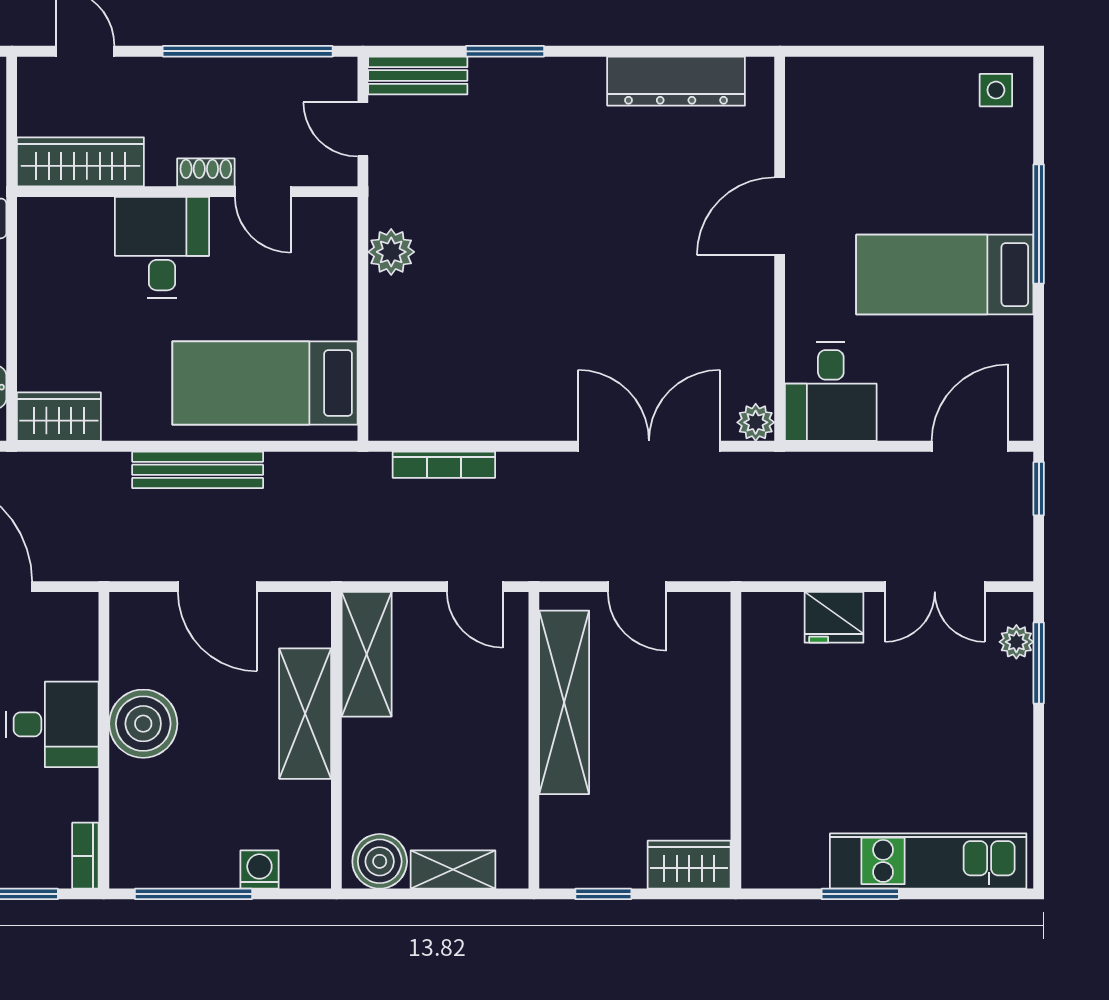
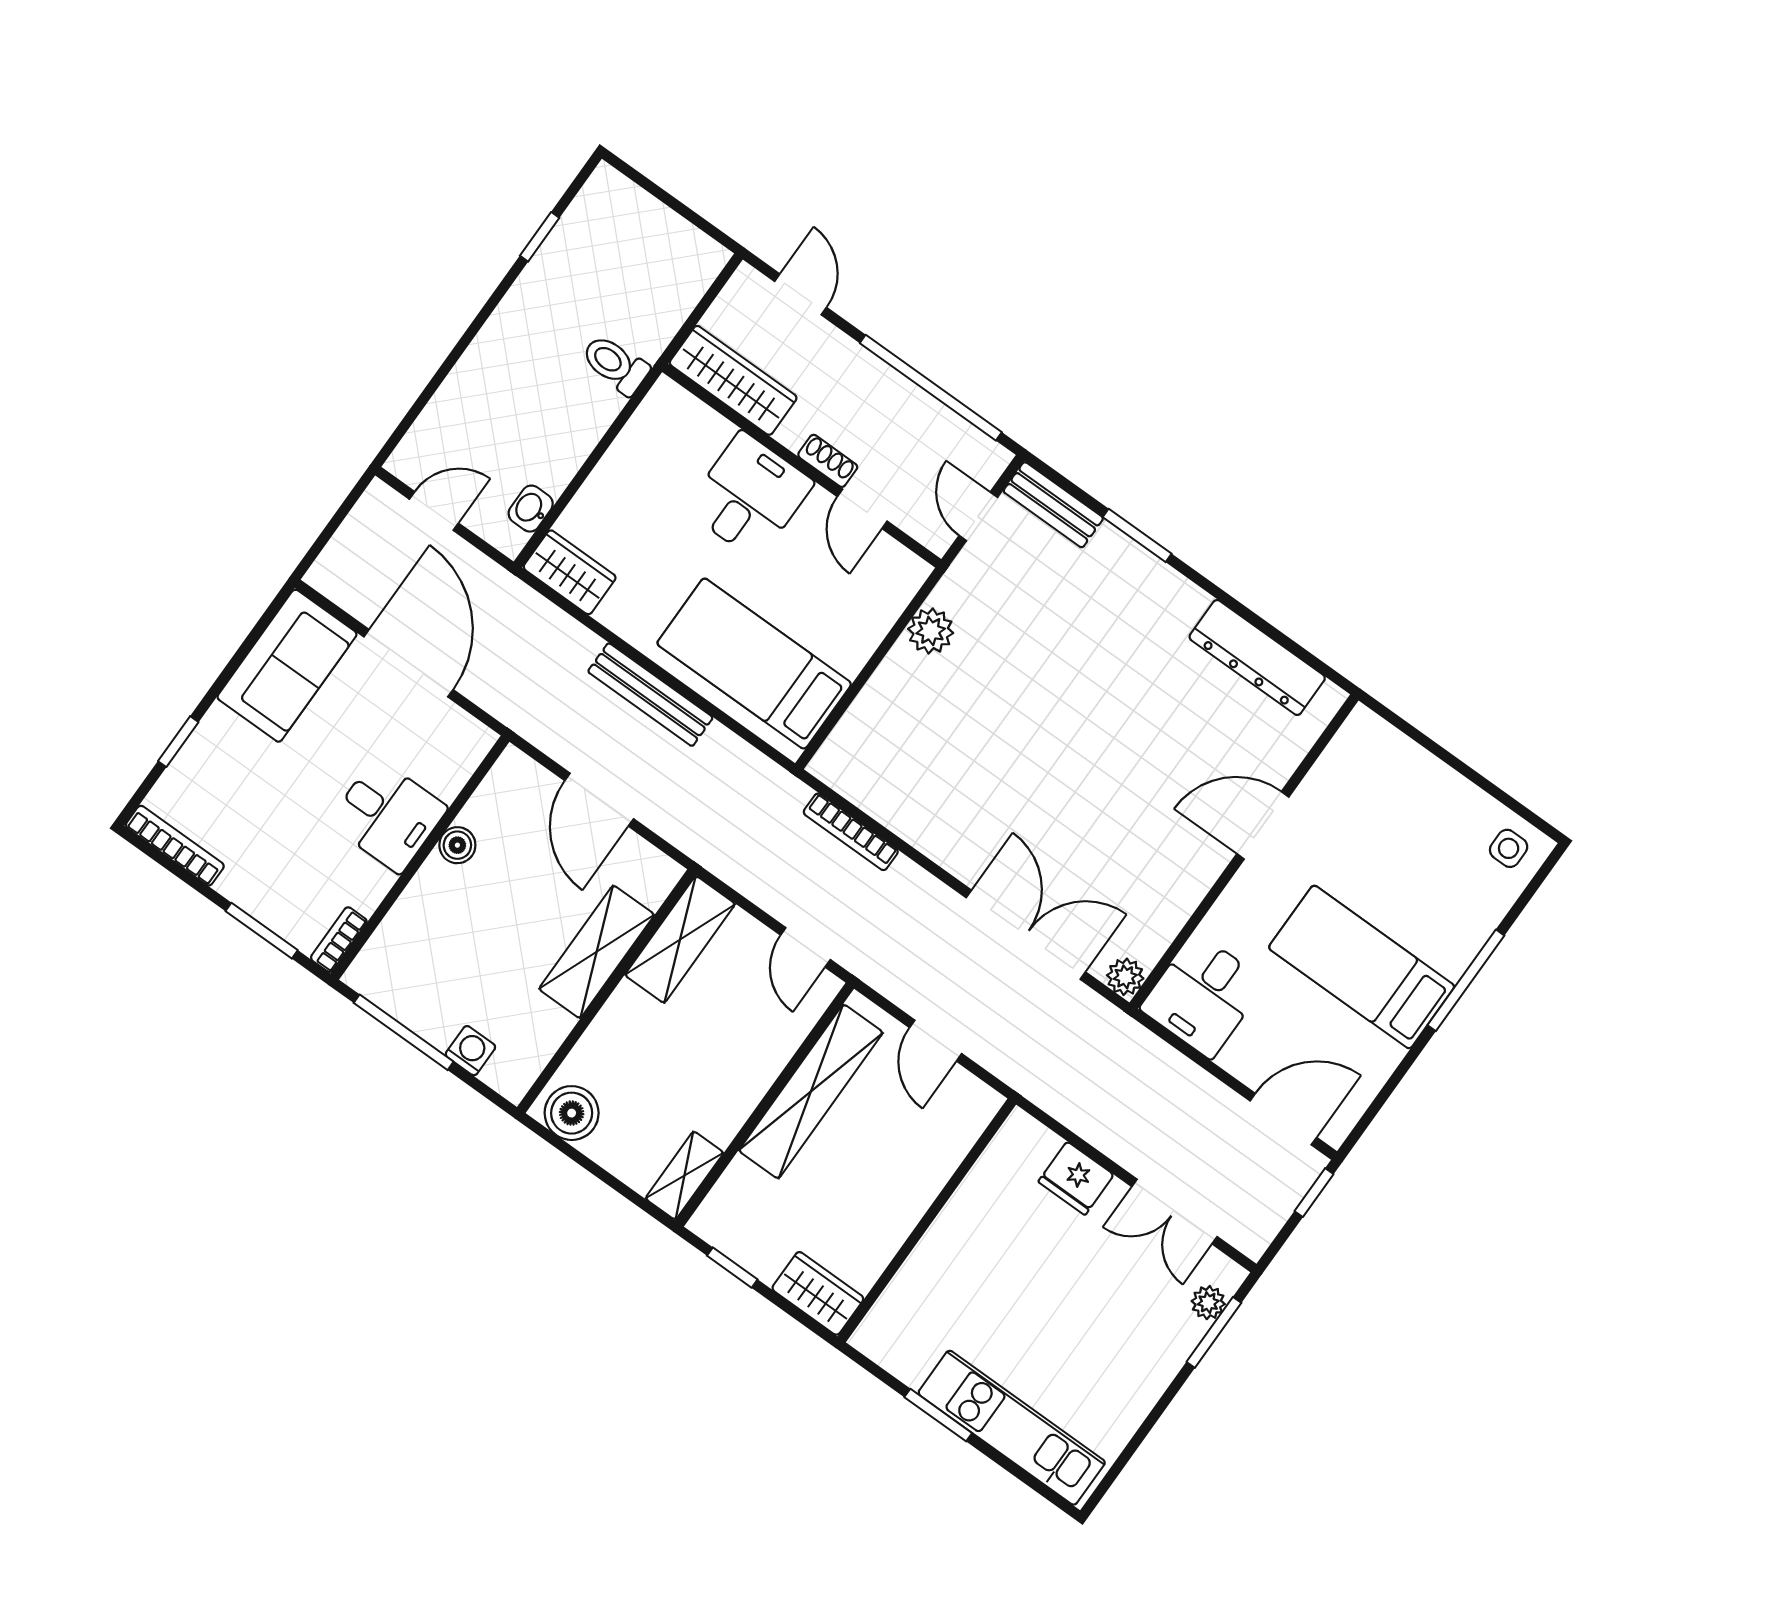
boiler: (143, 724) -> (457, 845), width x0.54, depth x0.54
shelving: (453, 870) -> (684, 1176), moved, turned 90

